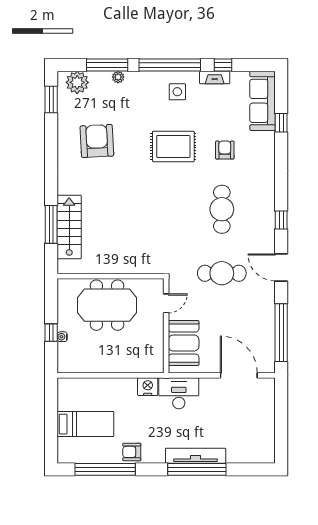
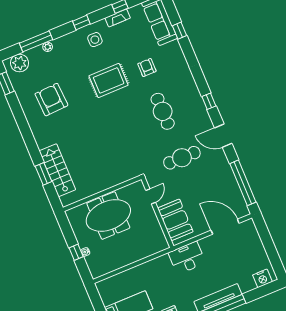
window: (170, 65) -> (81, 22), width x0.32
window: (51, 224) -> (44, 174), width x0.69
nightstand: (148, 387) -> (262, 278), moved, turned 180

